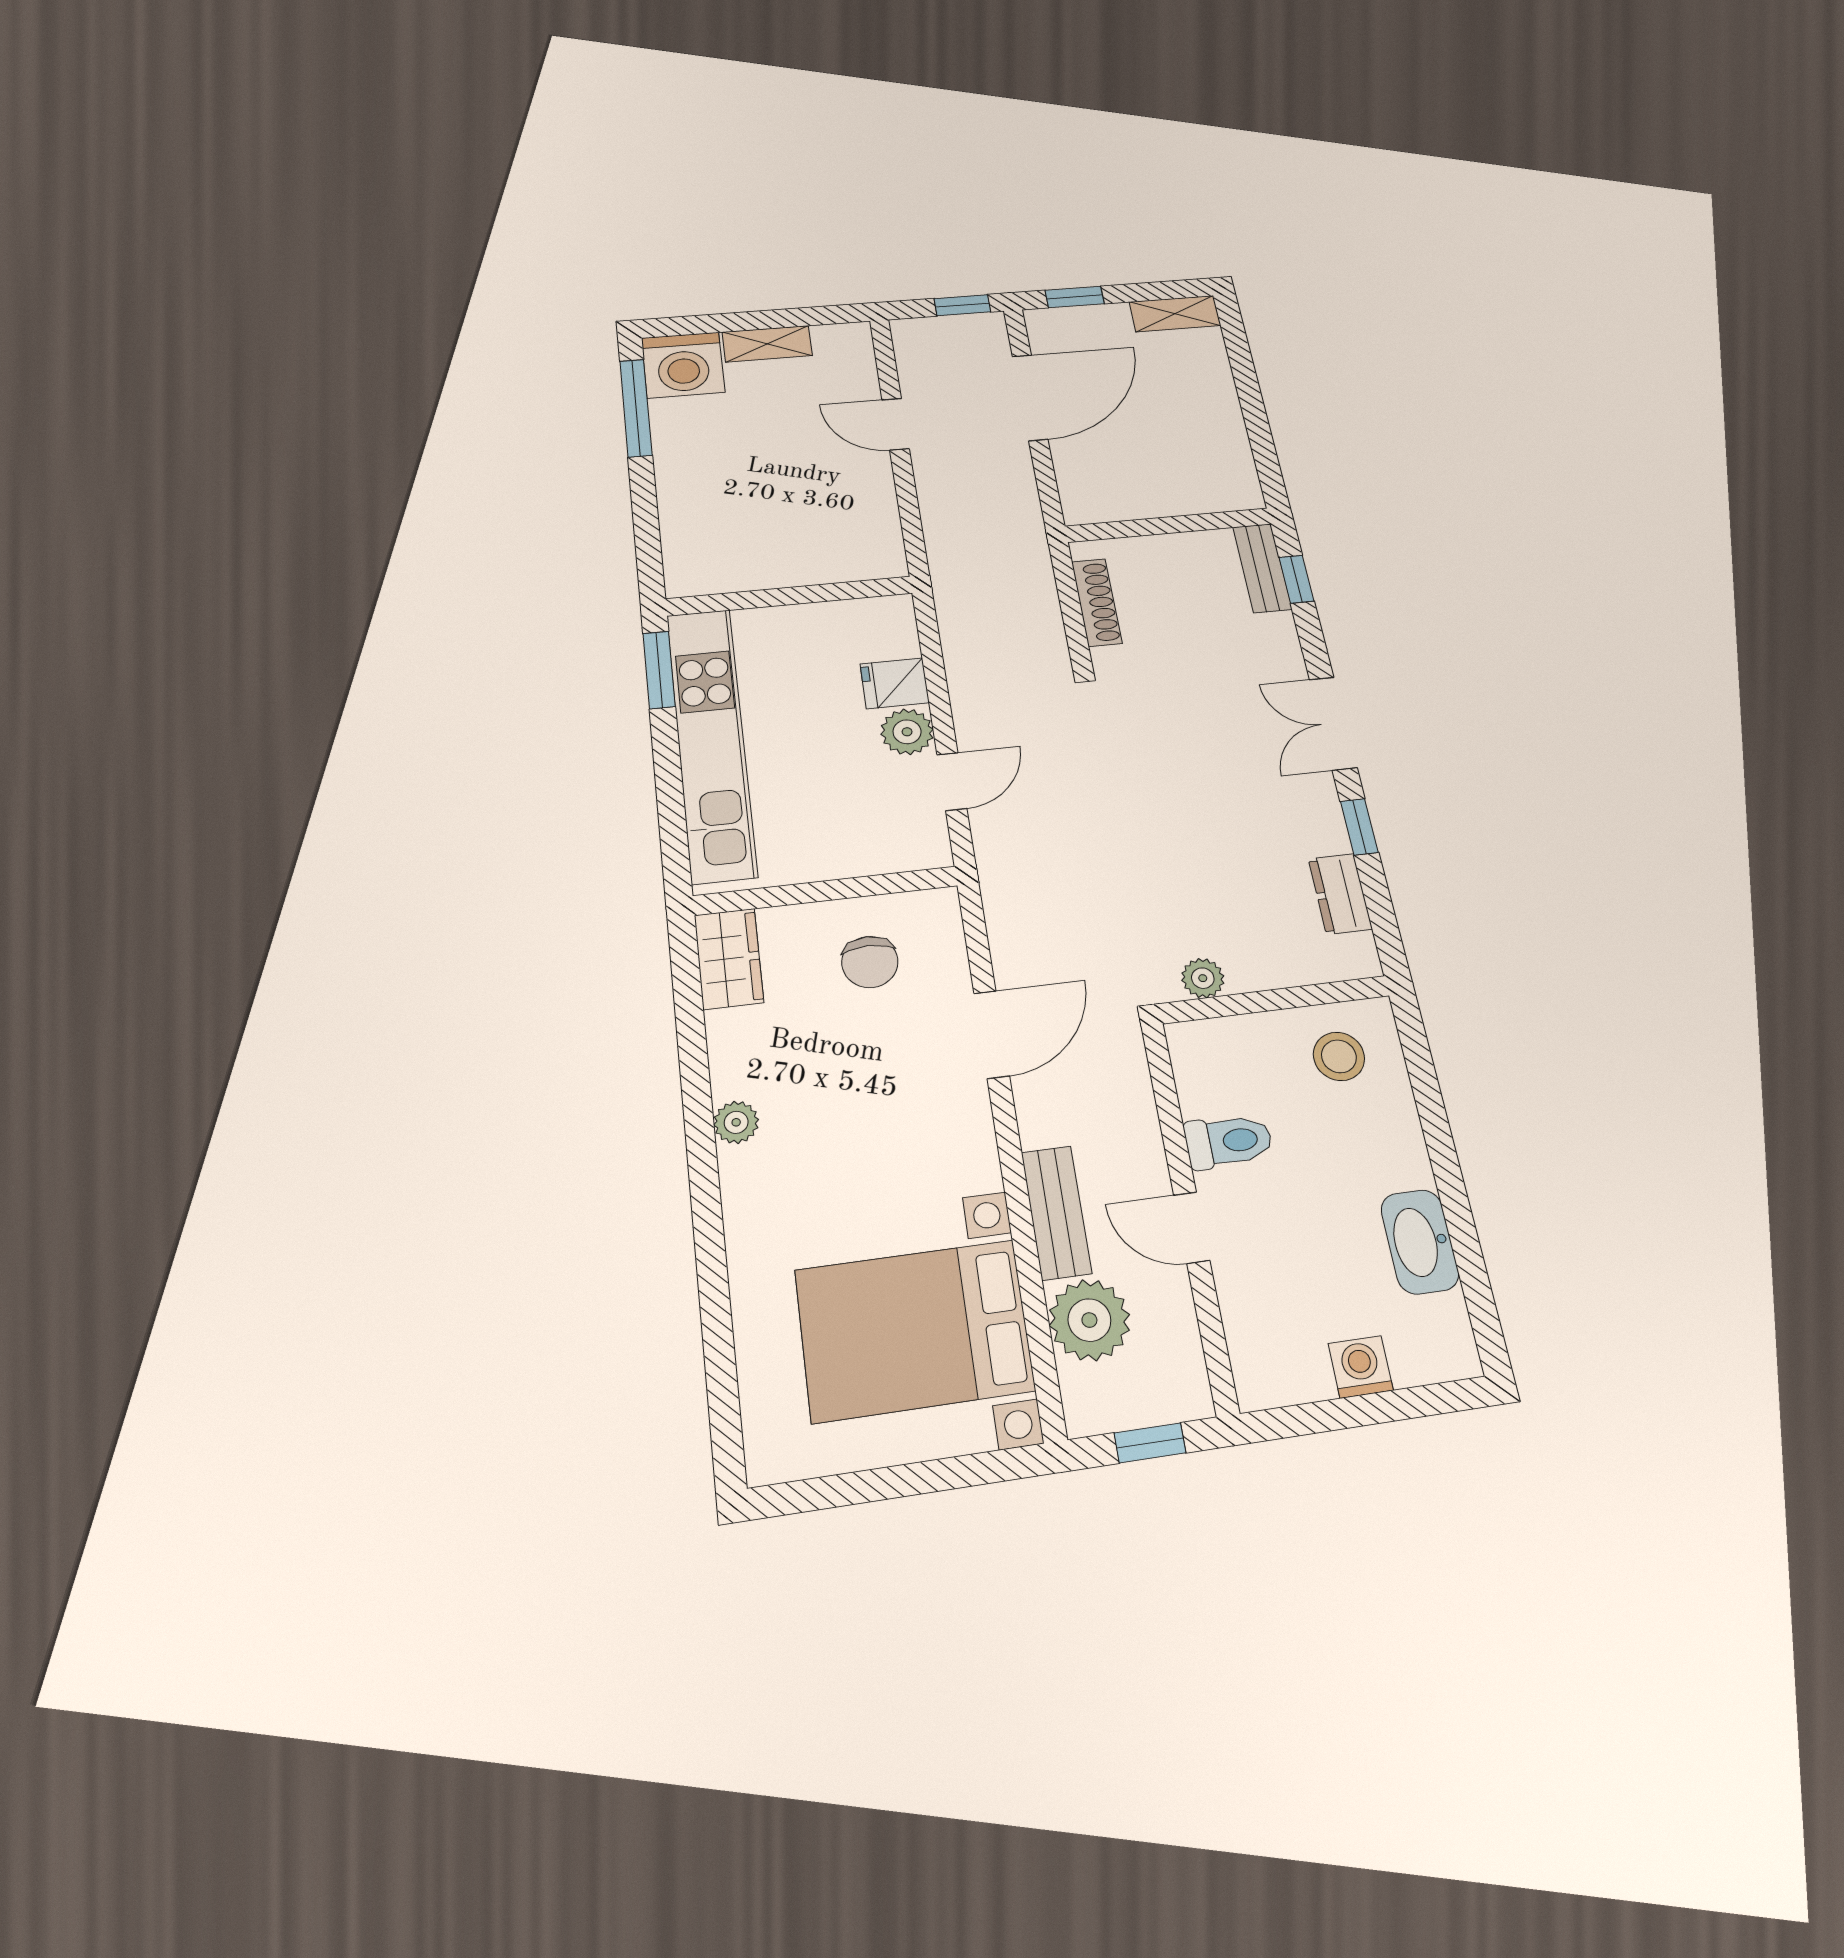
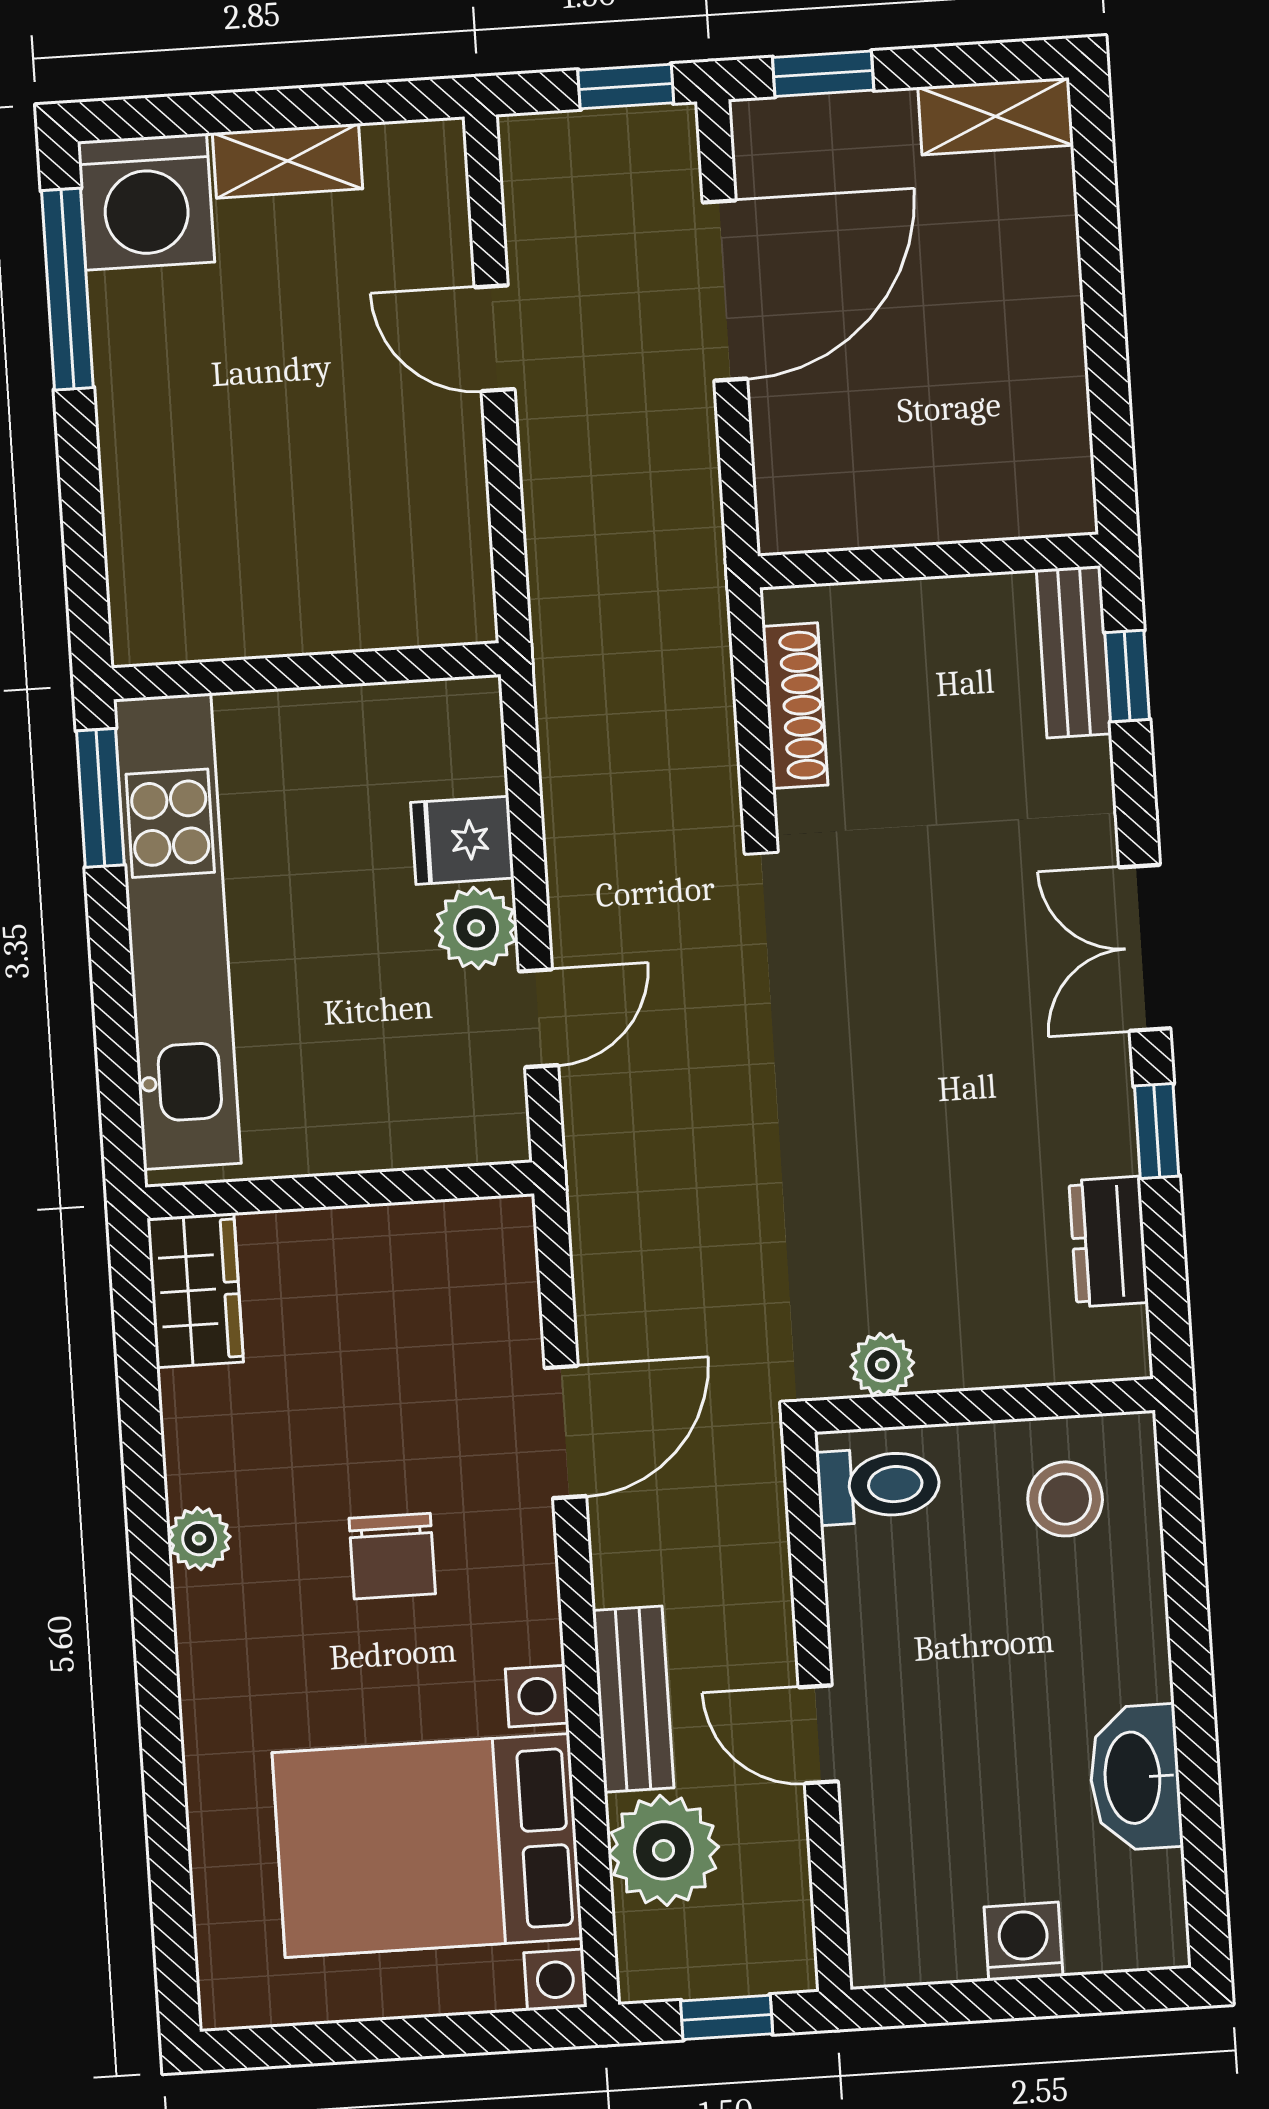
chair: (870, 962) -> (392, 1556), moved
toilet: (1229, 1141) -> (878, 1485), moved

